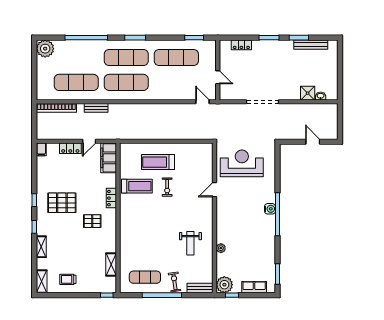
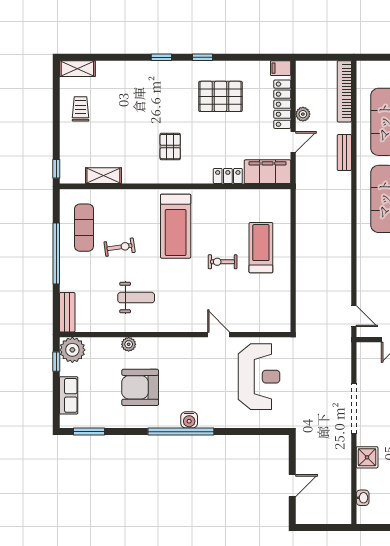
shower: (308, 93) -> (367, 457), moved
door: (203, 102) -> (354, 316), hinge flipped
plant: (71, 135) -> (303, 114), added
door: (89, 141) -> (293, 142), swing flipped
locker: (70, 148) -> (282, 104), width x1.53
treadmill: (137, 186) -> (176, 226), moved, width x1.37, depth x1.38
locker: (111, 198) -> (228, 176), moved
pallet: (62, 203) -> (220, 96), moved, turned 90
armchair: (249, 241) -> (140, 387), added
weight bench: (190, 243) -> (136, 298), turned 180
shelving: (41, 247) -> (131, 68), removed
exercise bike: (175, 282) -> (120, 247), moved

